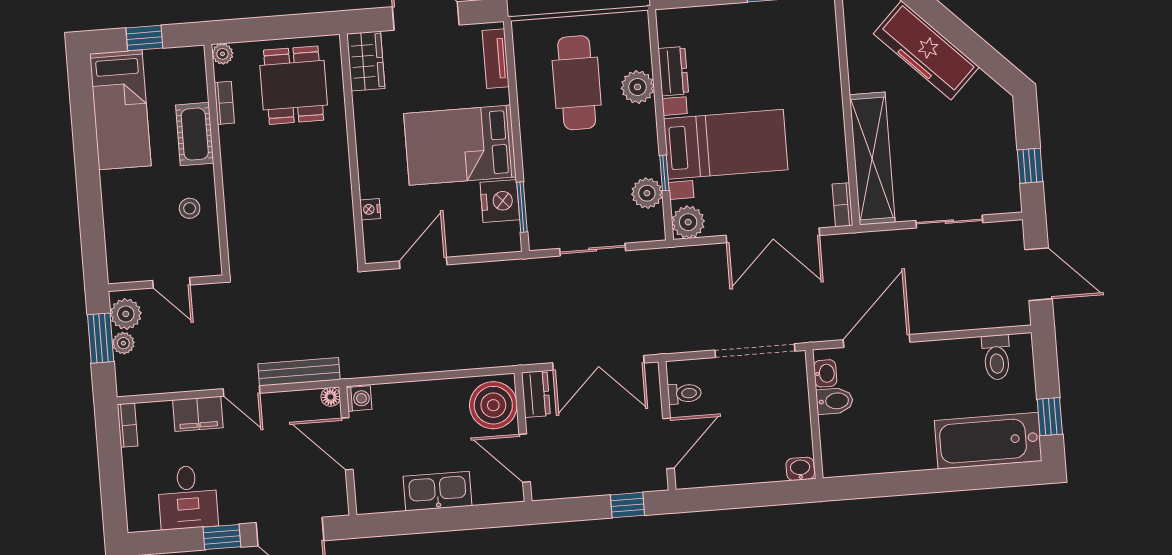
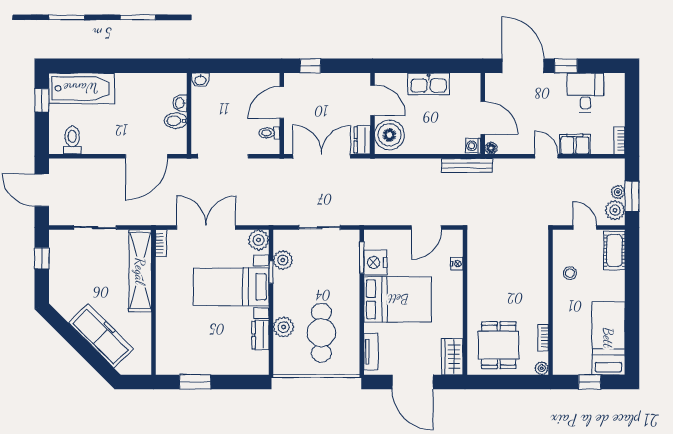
cot: (195, 134) -> (614, 251), moved
bench: (299, 372) -> (467, 165), moved
washbasin: (825, 373) -> (180, 103), moved

